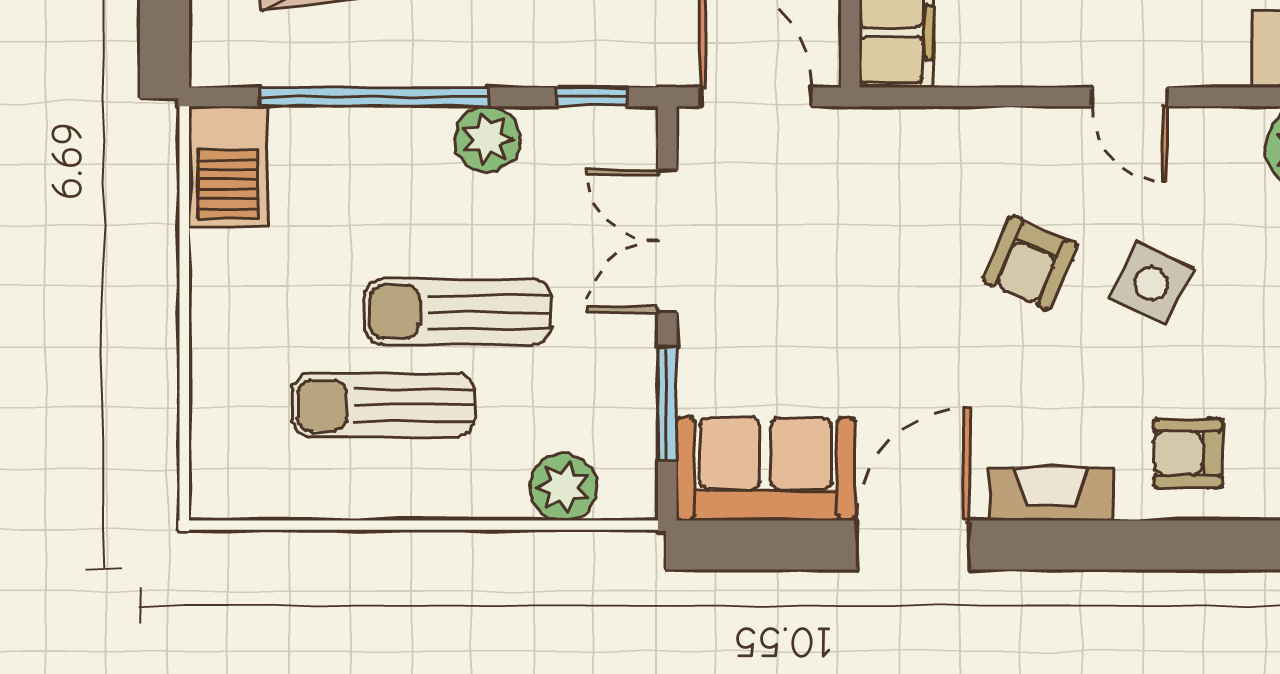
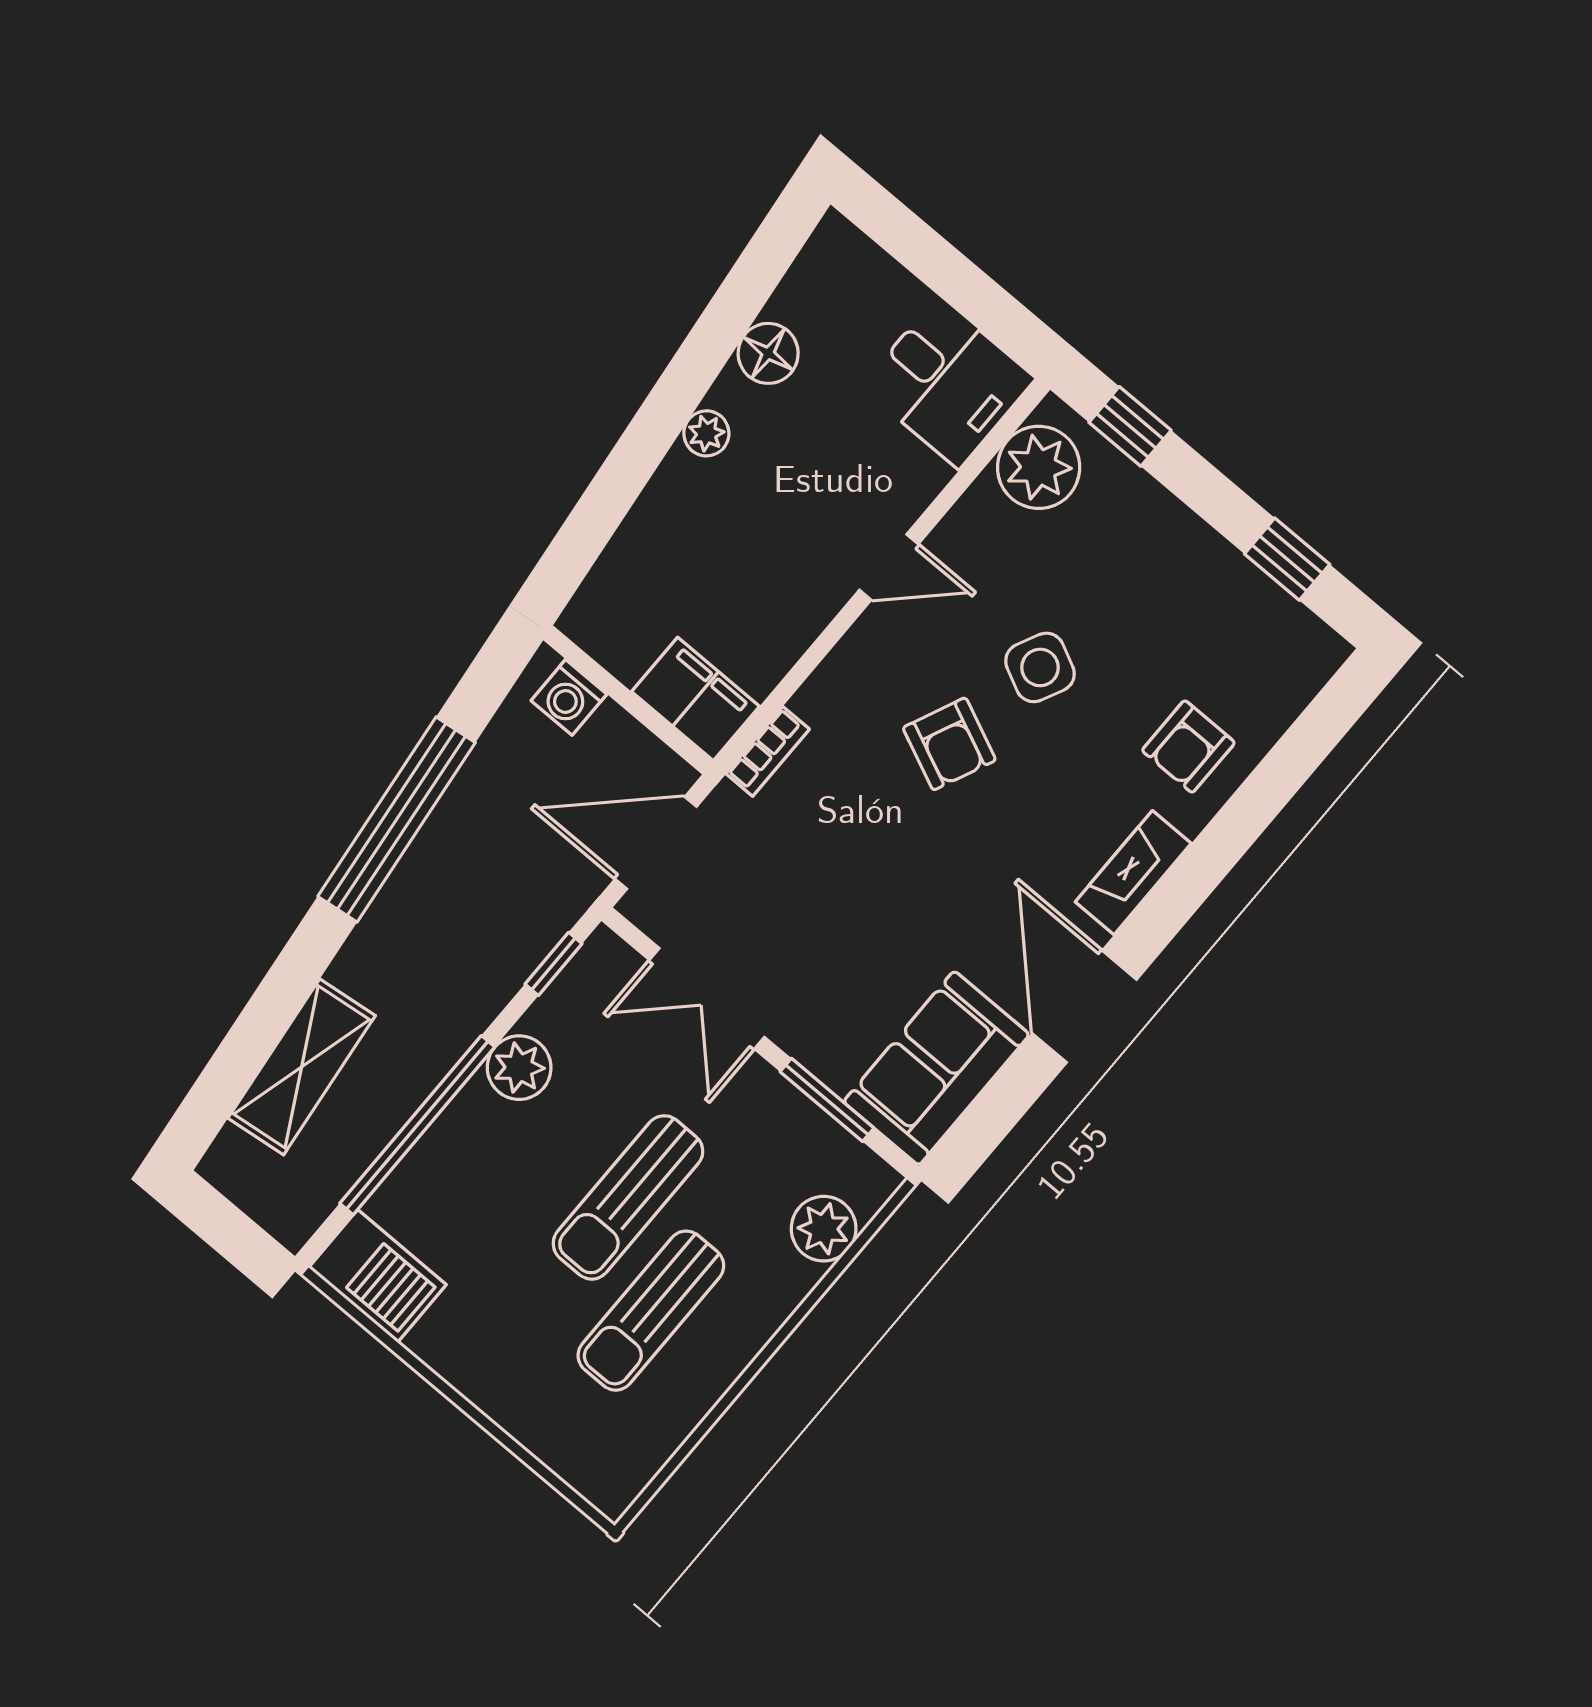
bookcase: (903, 124) -> (768, 751), added

